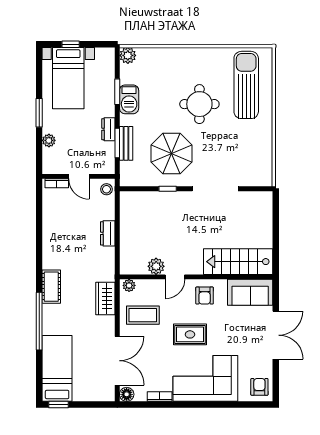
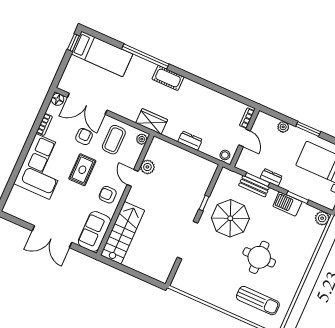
sun lounger: (246, 85) -> (258, 301), width x0.73, depth x0.75
door: (79, 176) -> (245, 138), swing flipped
wardrobe: (105, 299) -> (152, 121), moved
armchair: (259, 387) -> (84, 136), moved, turned -90

